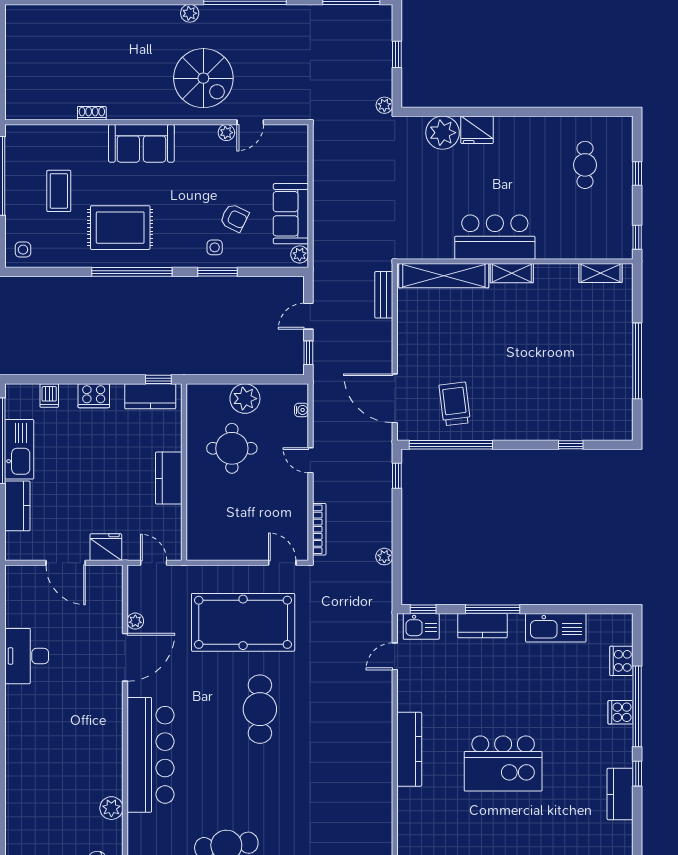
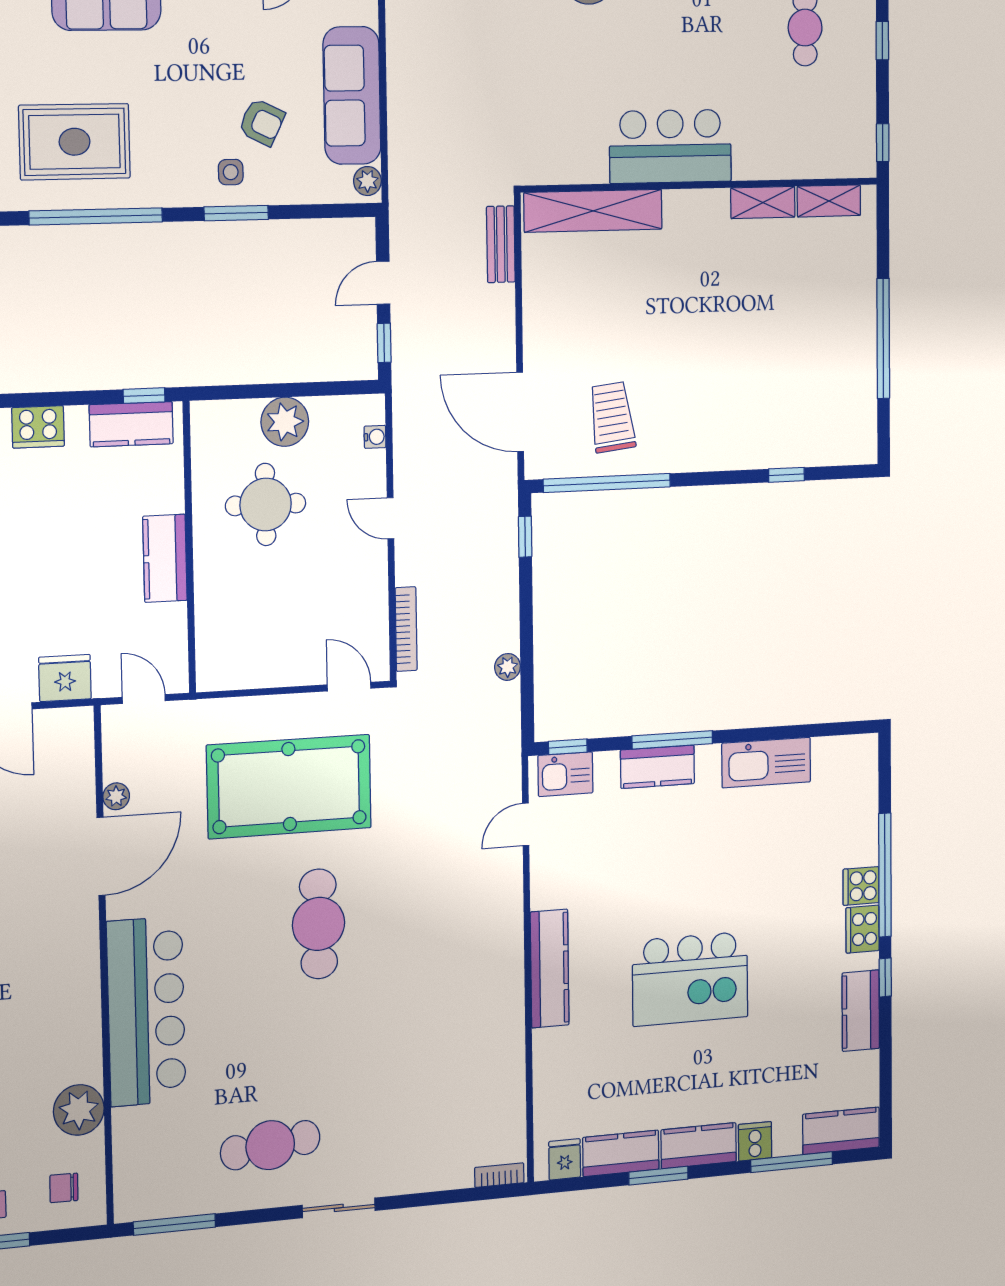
sofa: (291, 214) -> (352, 95), width x1.36
shelving: (512, 273) -> (763, 203), moved
cooker: (621, 661) -> (863, 929), moved
plant: (111, 808) -> (79, 1110), width x1.36, depth x1.36

